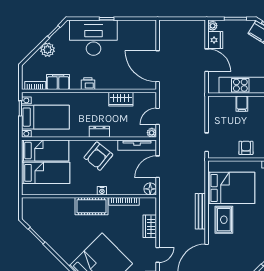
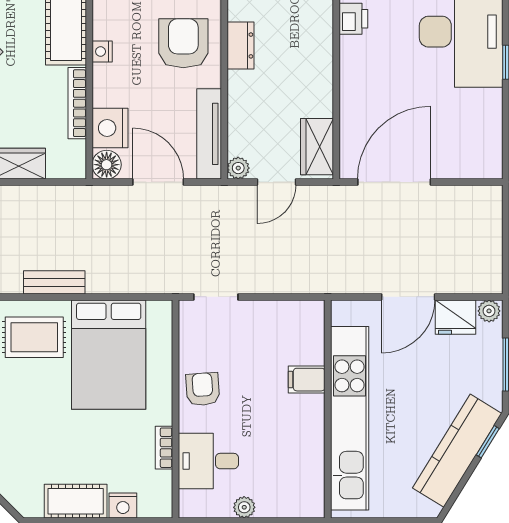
wardrobe: (121, 99) -> (317, 147), moved
door: (158, 116) -> (276, 182), swing flipped
armchair: (246, 148) -> (203, 389), turned -94
armchair: (98, 156) -> (183, 43), turned 51
nightstand: (135, 187) -> (110, 128), added
bench: (200, 211) -> (54, 282), width x0.73

